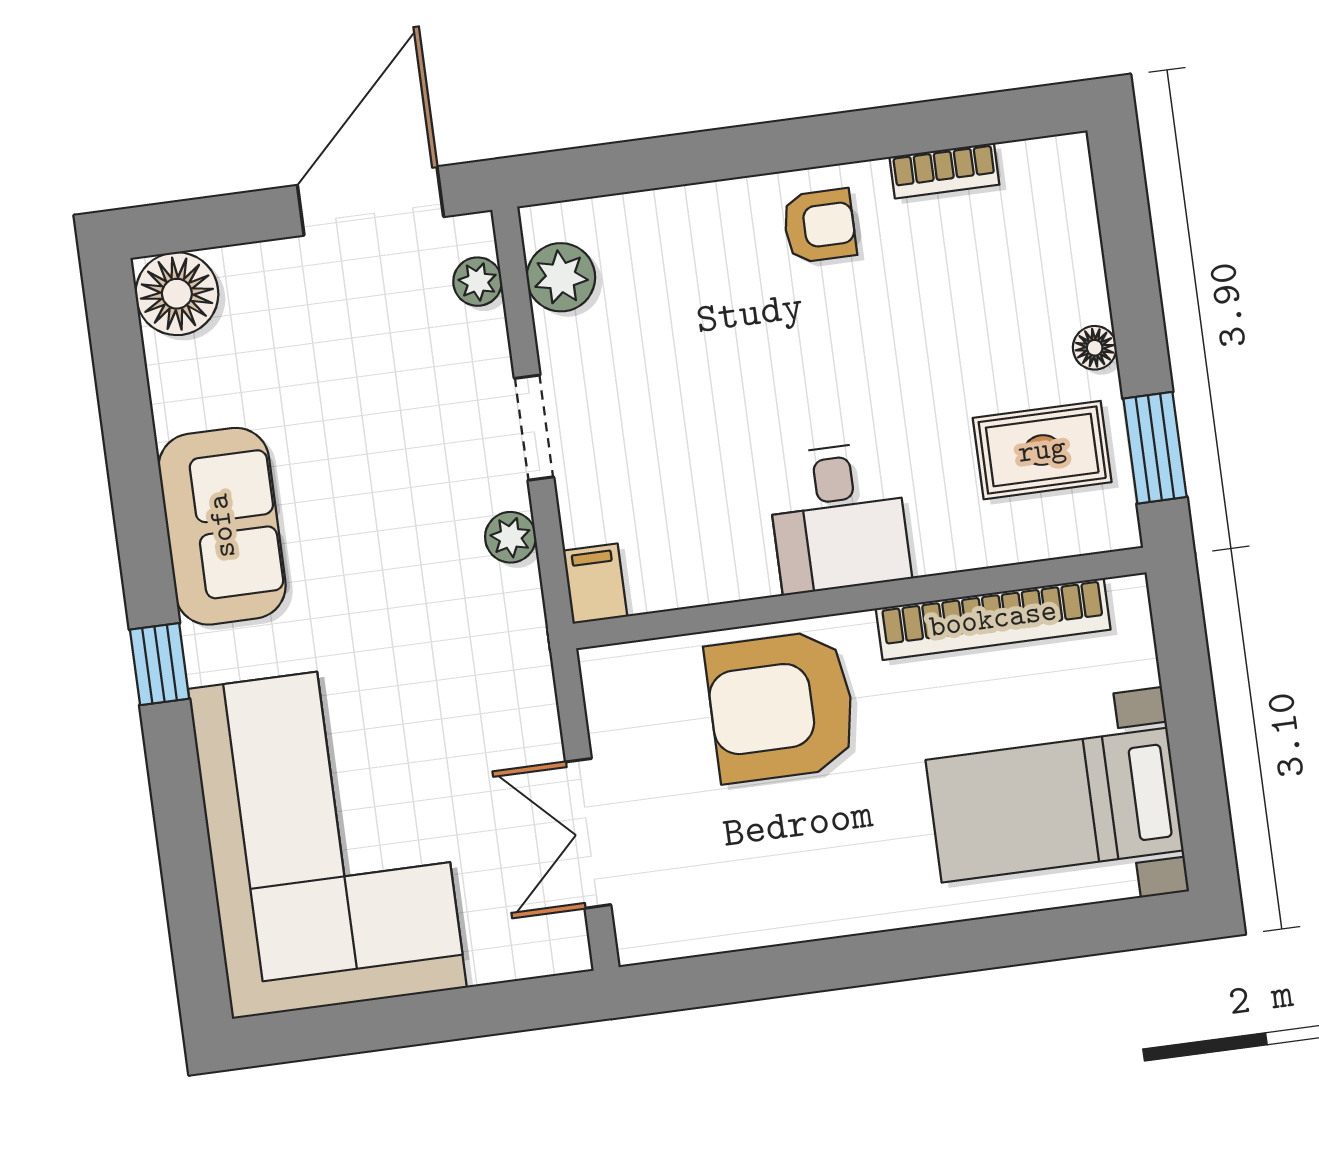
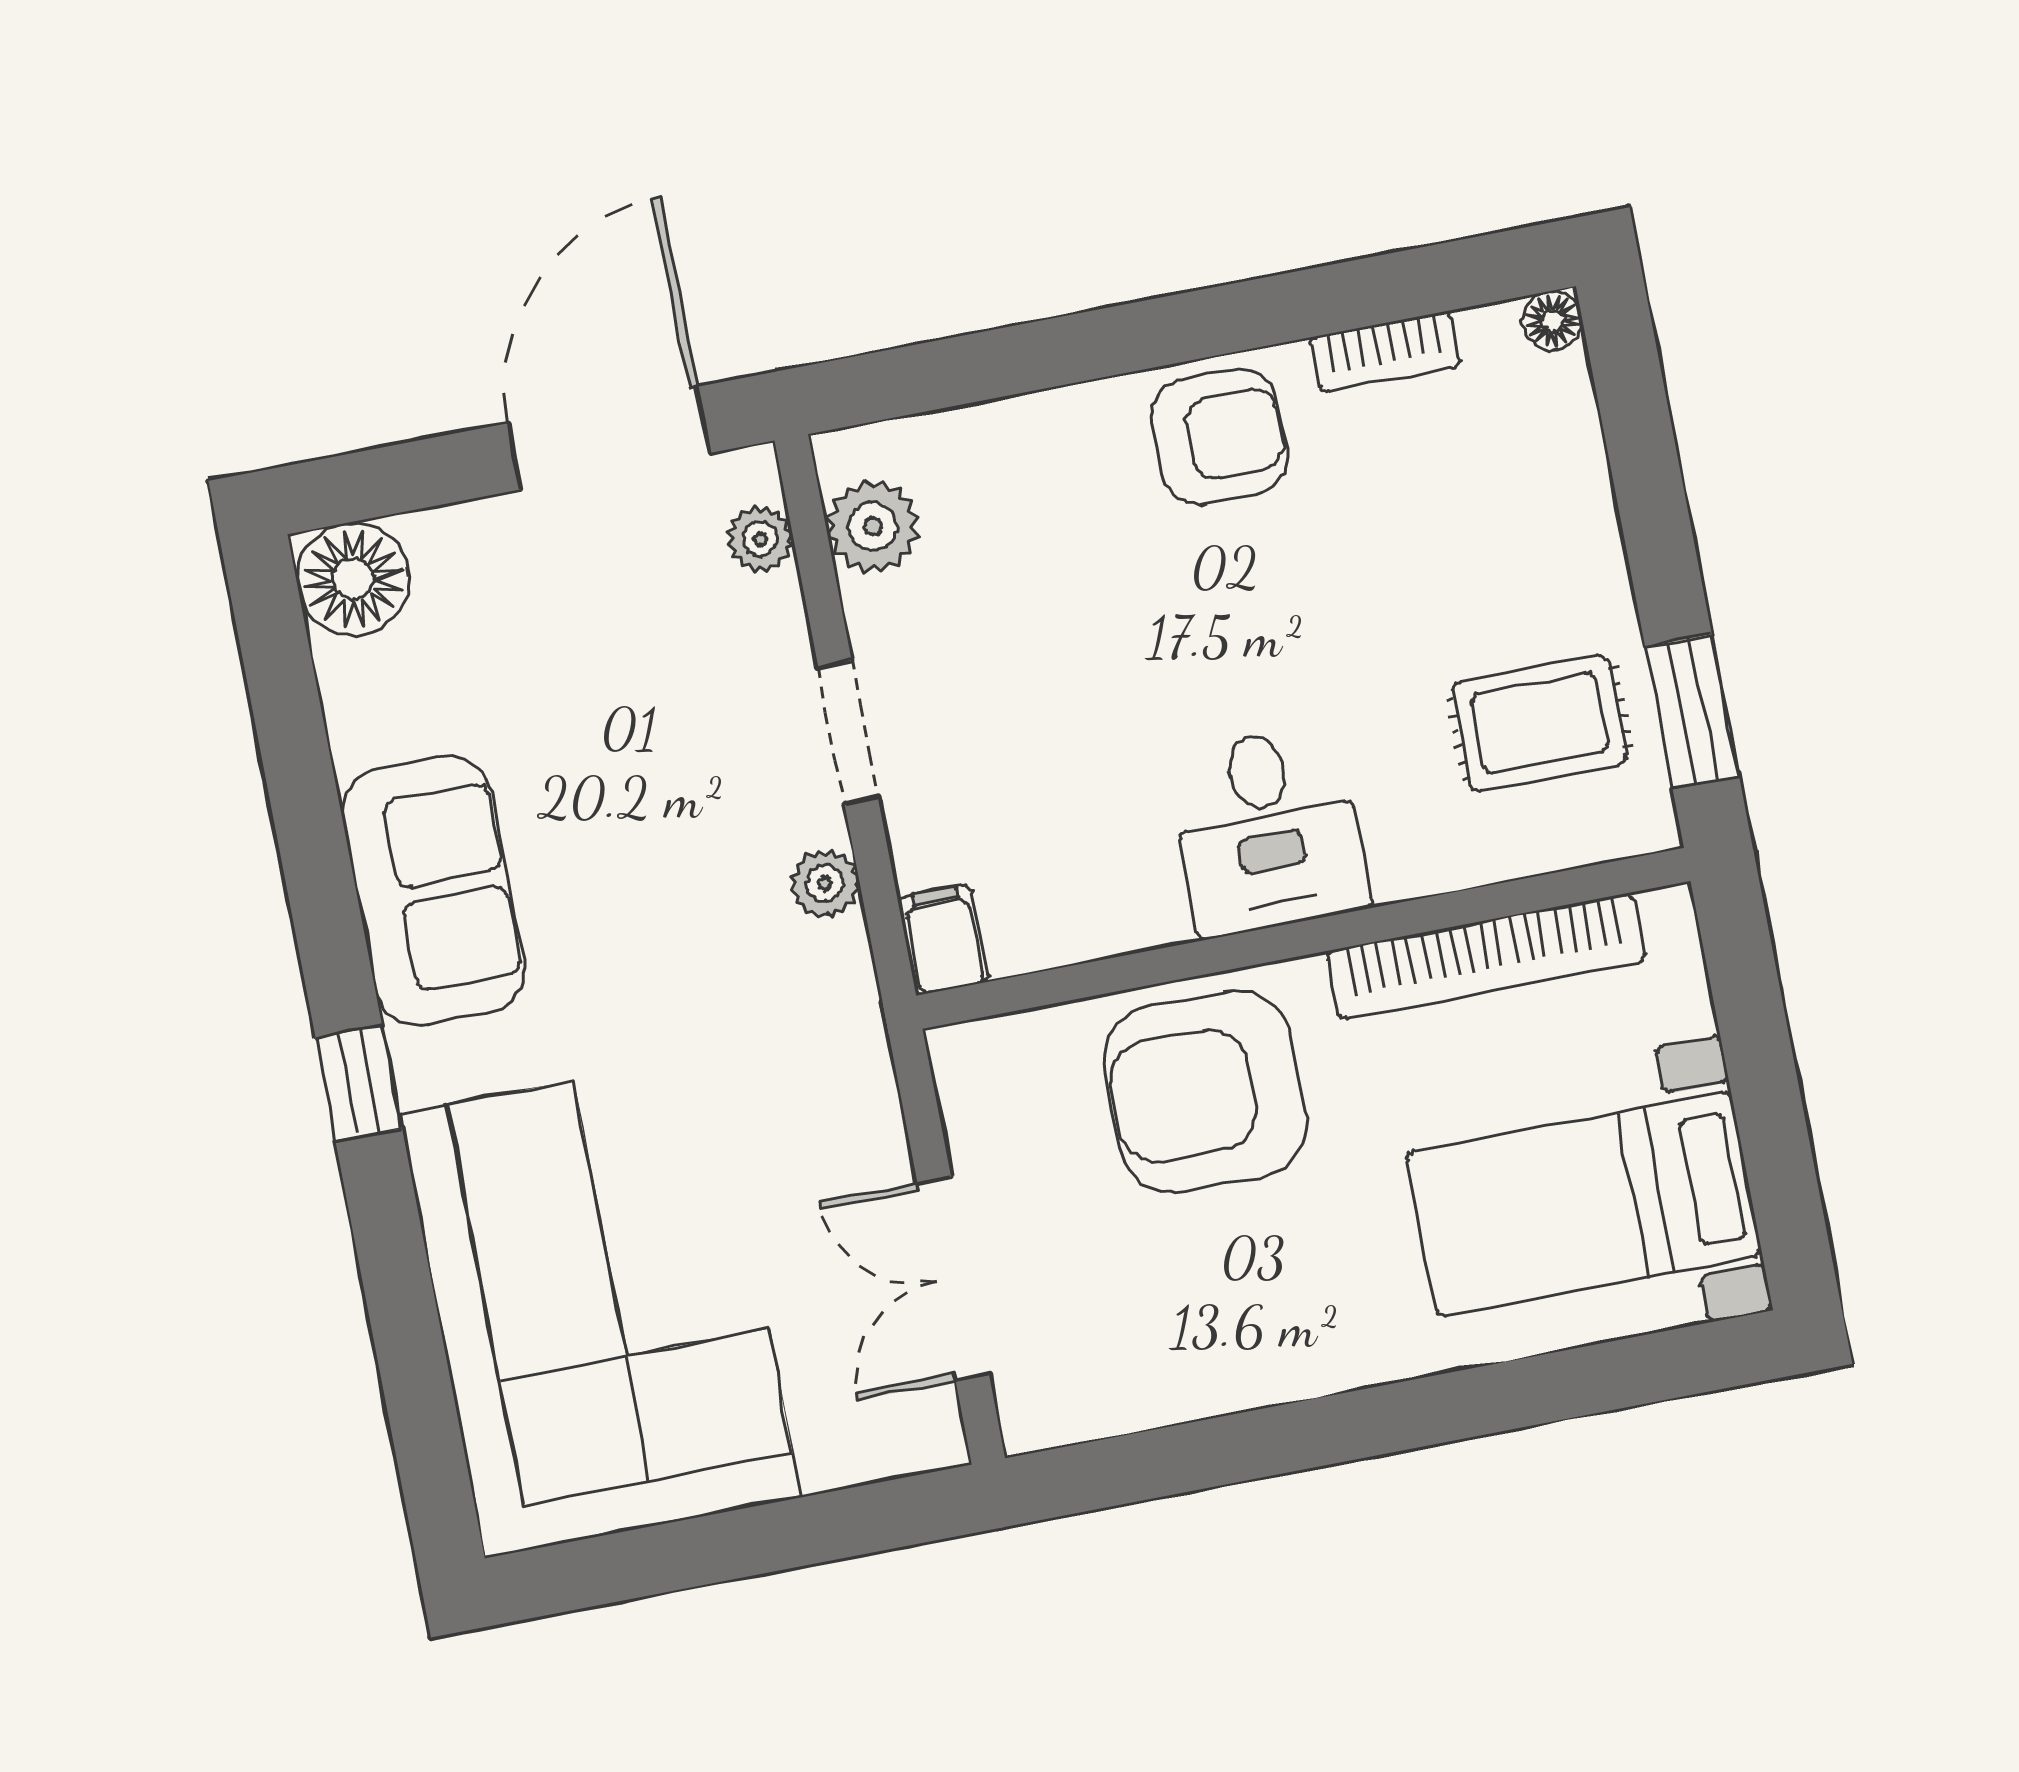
armchair: (819, 226) -> (1220, 437), width x1.38, depth x1.38
floor lamp: (1095, 348) -> (1553, 321), moved

